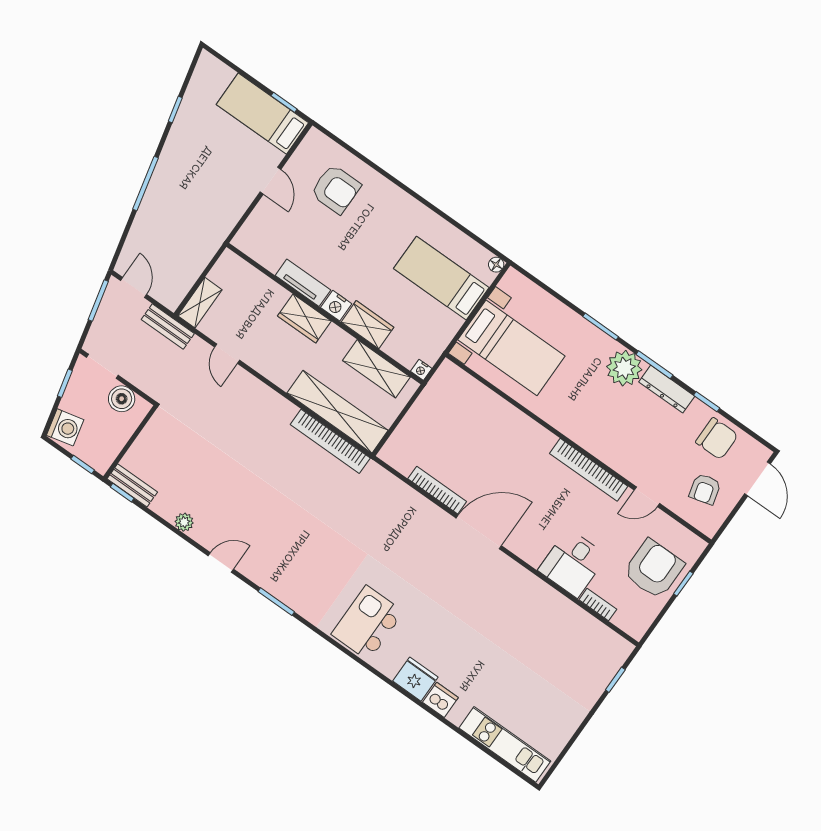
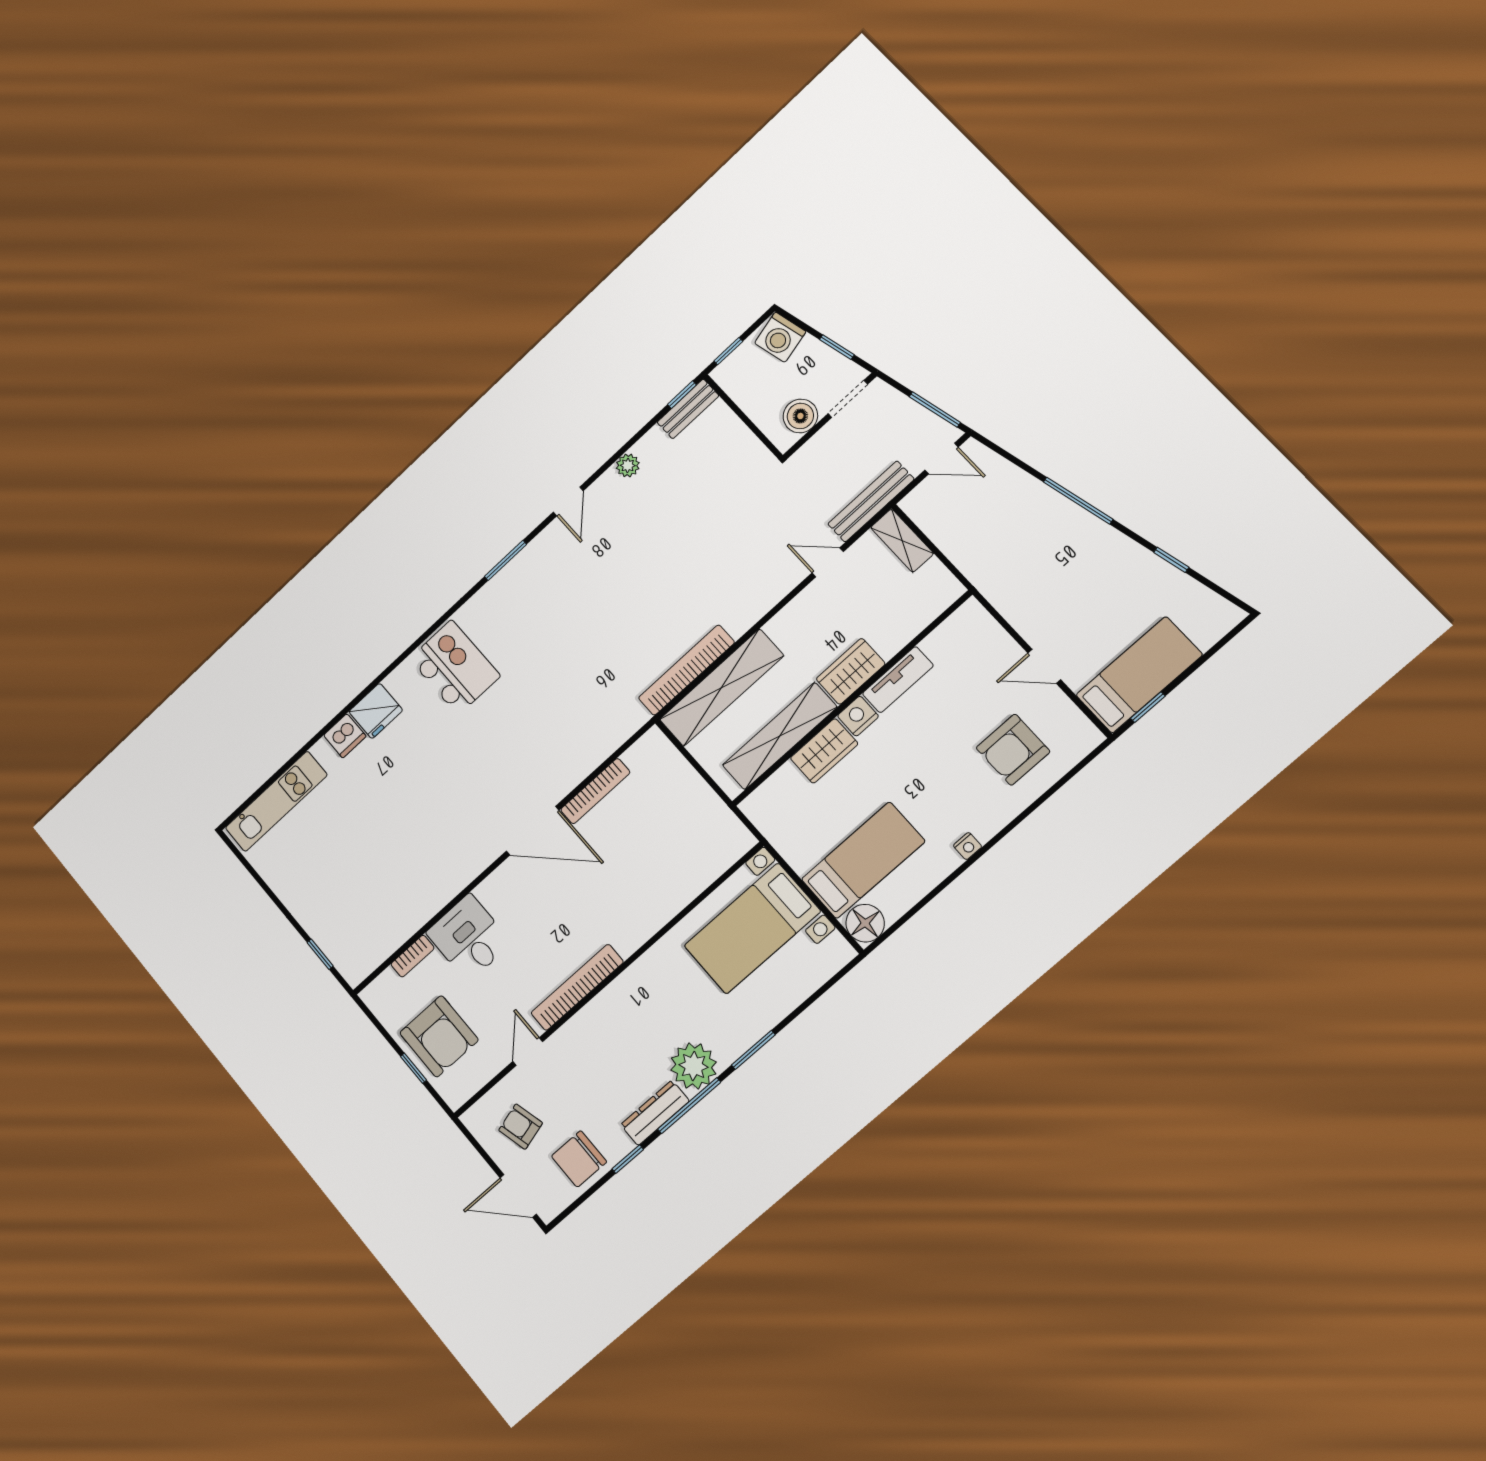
floor lamp: (496, 265) -> (865, 923), width x1.89, depth x1.89
bench: (168, 327) -> (871, 502), width x1.36
window: (654, 365) -> (689, 1106), width x1.44
shelving: (376, 369) -> (780, 736), width x1.47
nightstand: (421, 370) -> (967, 846), moved, turned 180
door: (479, 532) -> (533, 831), hinge flipped

